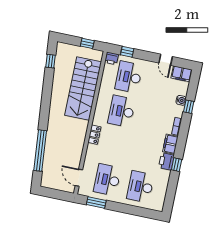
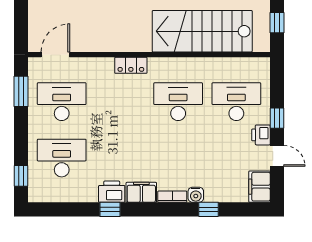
window: (127, 52) -> (277, 118), moved
printer: (111, 58) -> (261, 135), moved
door: (166, 60) -> (277, 156), swing flipped
water cooler: (181, 100) -> (196, 195), moved
window: (146, 213) -> (21, 176), added

